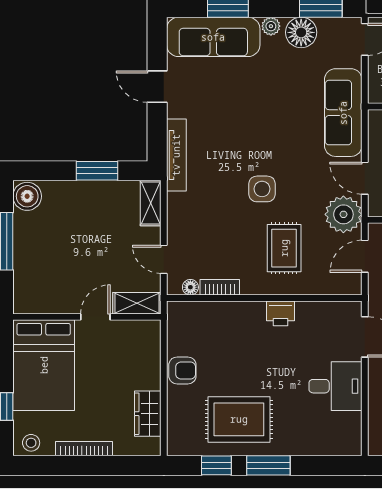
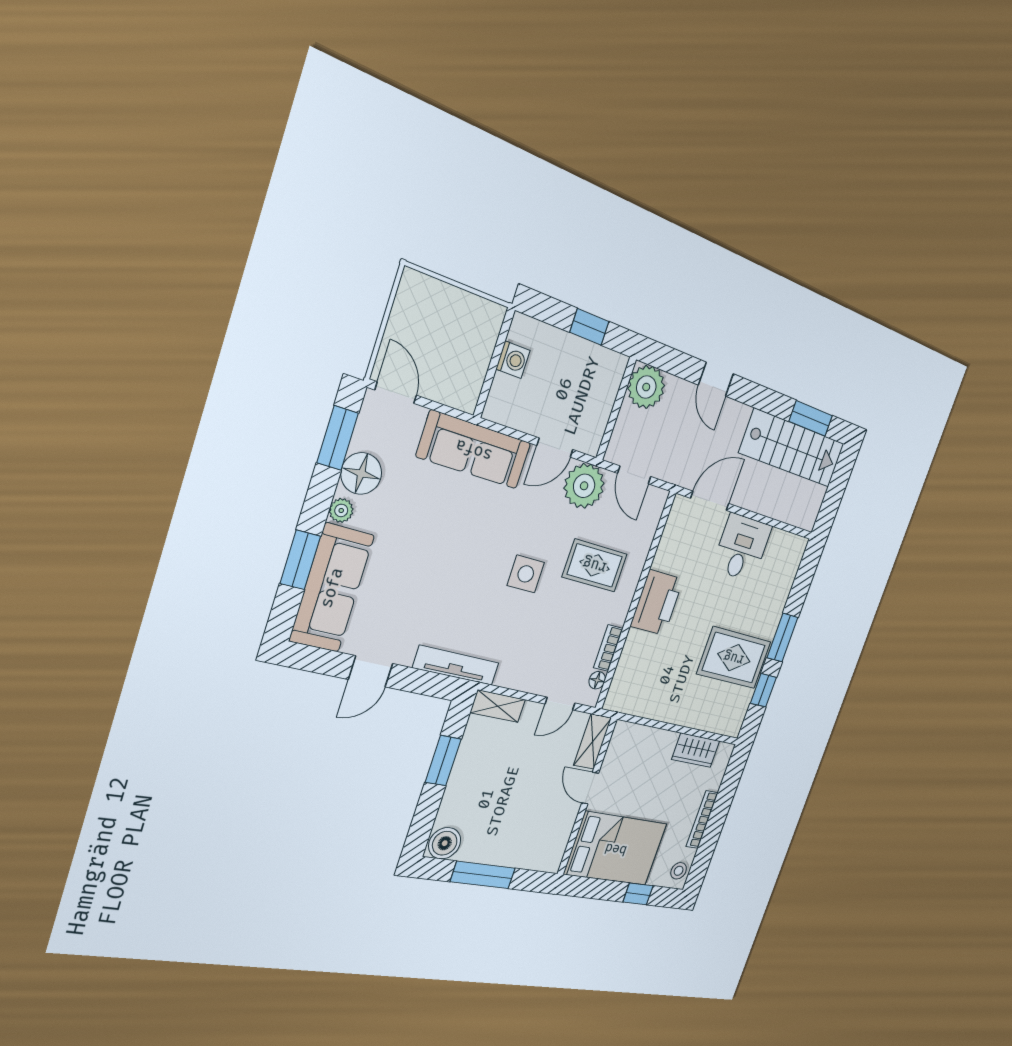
printer: (280, 313) -> (657, 603), width x1.87, depth x1.48
armchair: (182, 370) -> (671, 706), removed
rug: (239, 419) -> (734, 658), turned 90

